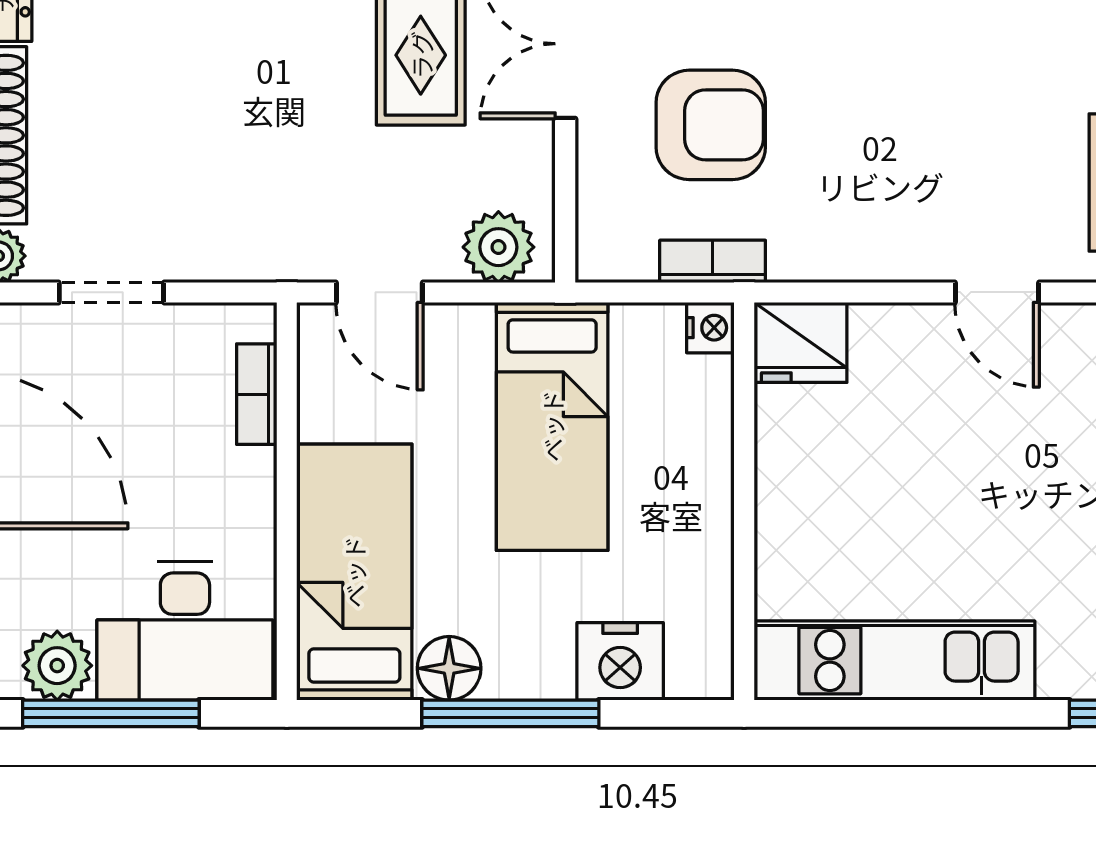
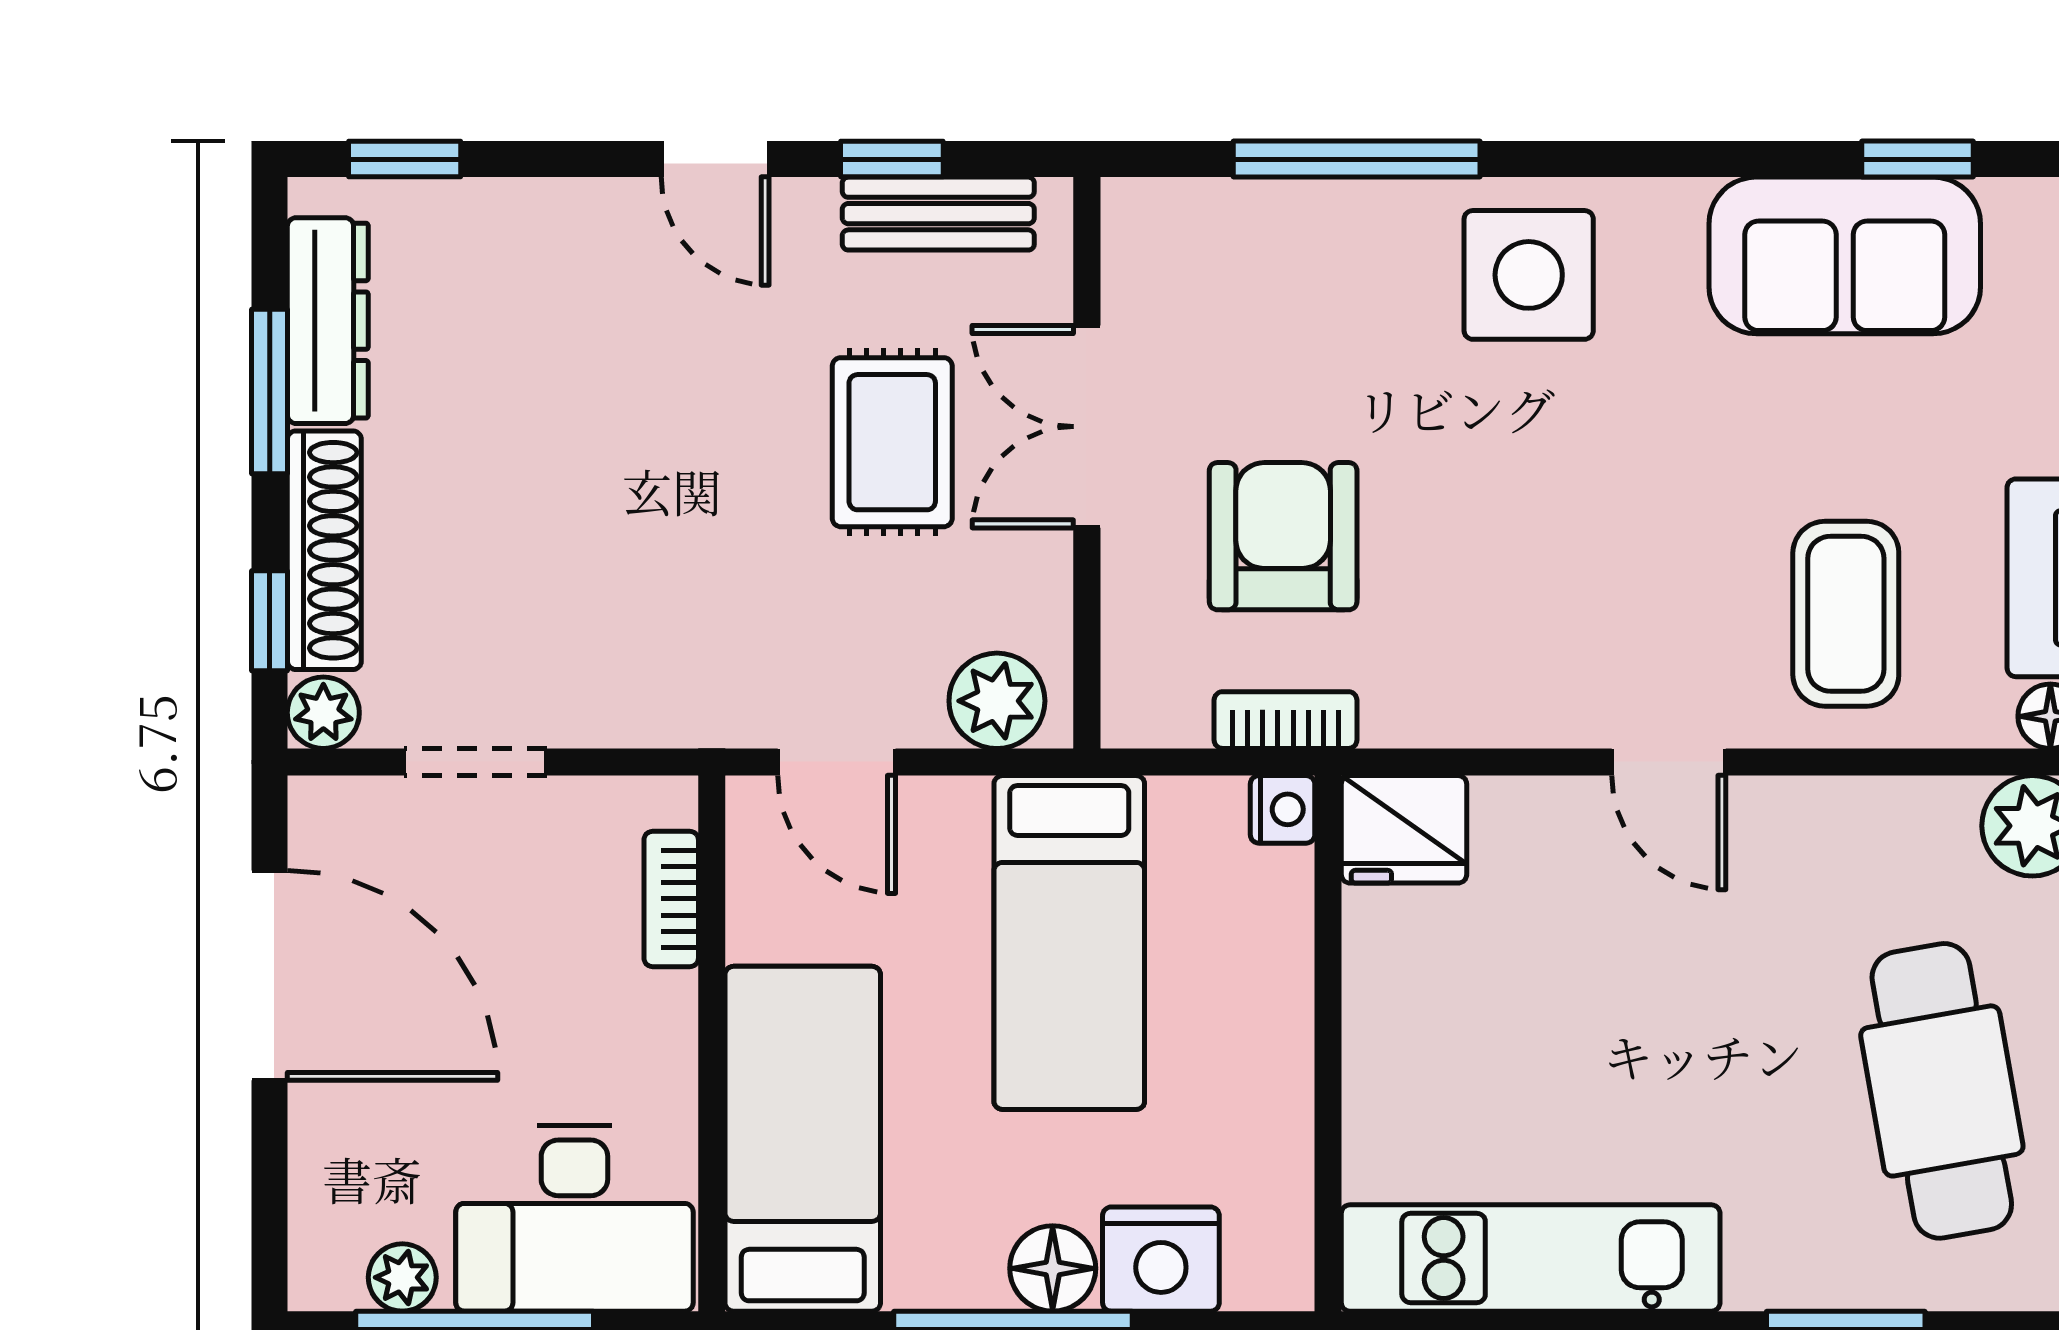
armchair: (711, 125) -> (1283, 536), turned -90
plant: (57, 666) -> (402, 1277), width x0.73, depth x0.73
floor lamp: (449, 668) -> (1053, 1268), moved

